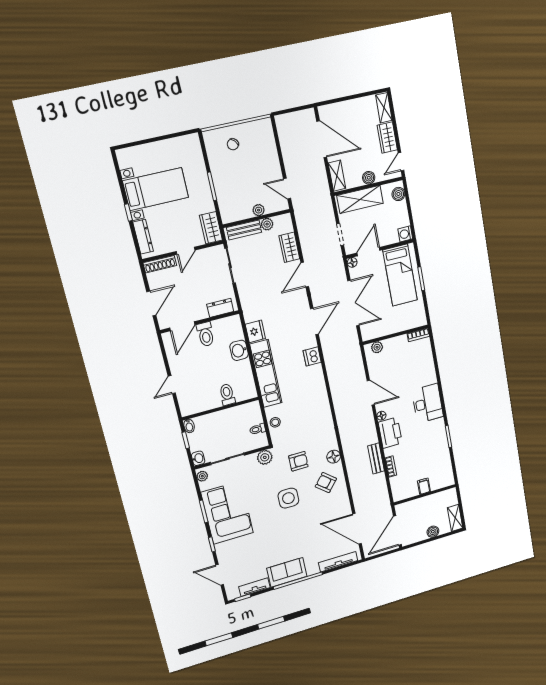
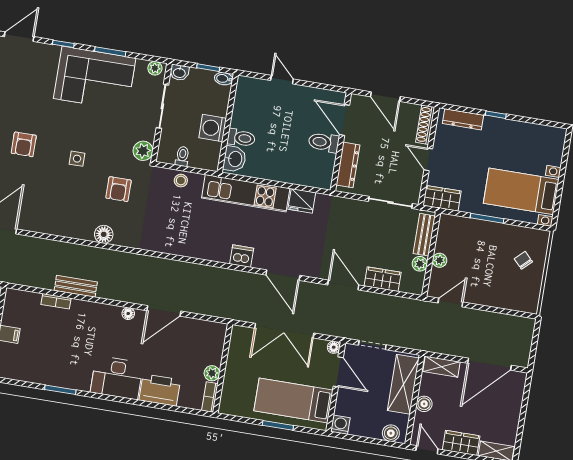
bed with nightstands: (156, 189) -> (521, 191), moved, turned 90
dresser: (220, 308) -> (348, 165), width x1.44
plant: (377, 347) -> (212, 373), moved
washbasin: (239, 350) -> (235, 159), moved, turned 90
washing machine: (228, 417) -> (213, 128), added
printer: (390, 433) -> (160, 390), moved, turned 180
armchair: (326, 483) -> (24, 144), moved, turned 140
side table: (288, 498) -> (77, 159), width x0.54, depth x0.54

